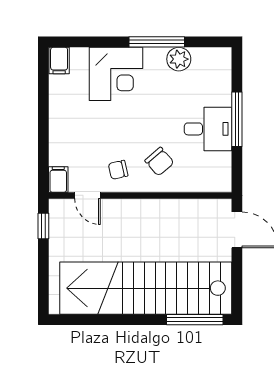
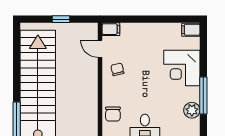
chair: (159, 162) -> (113, 114), moved, turned -49
door: (87, 195) -> (100, 49), hinge flipped
window: (43, 226) -> (61, 19), moved

